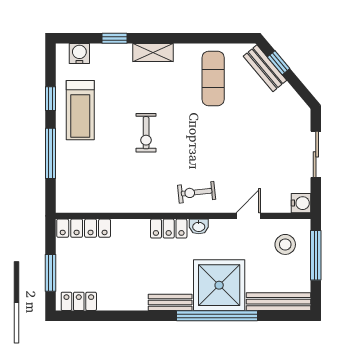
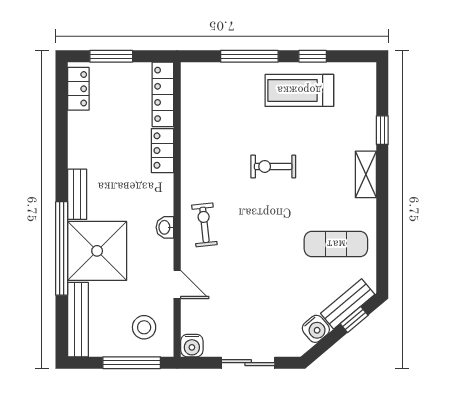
water cooler: (79, 53) -> (316, 329), moved, turned 50
locker: (169, 229) -> (162, 151), moved

